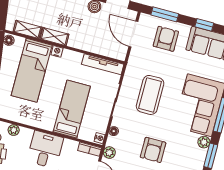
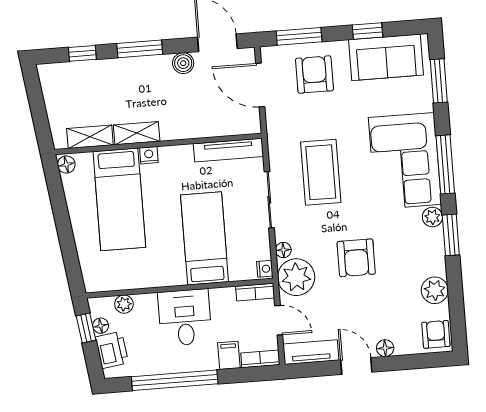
plant: (109, 153) -> (296, 277), width x1.87, depth x1.87

